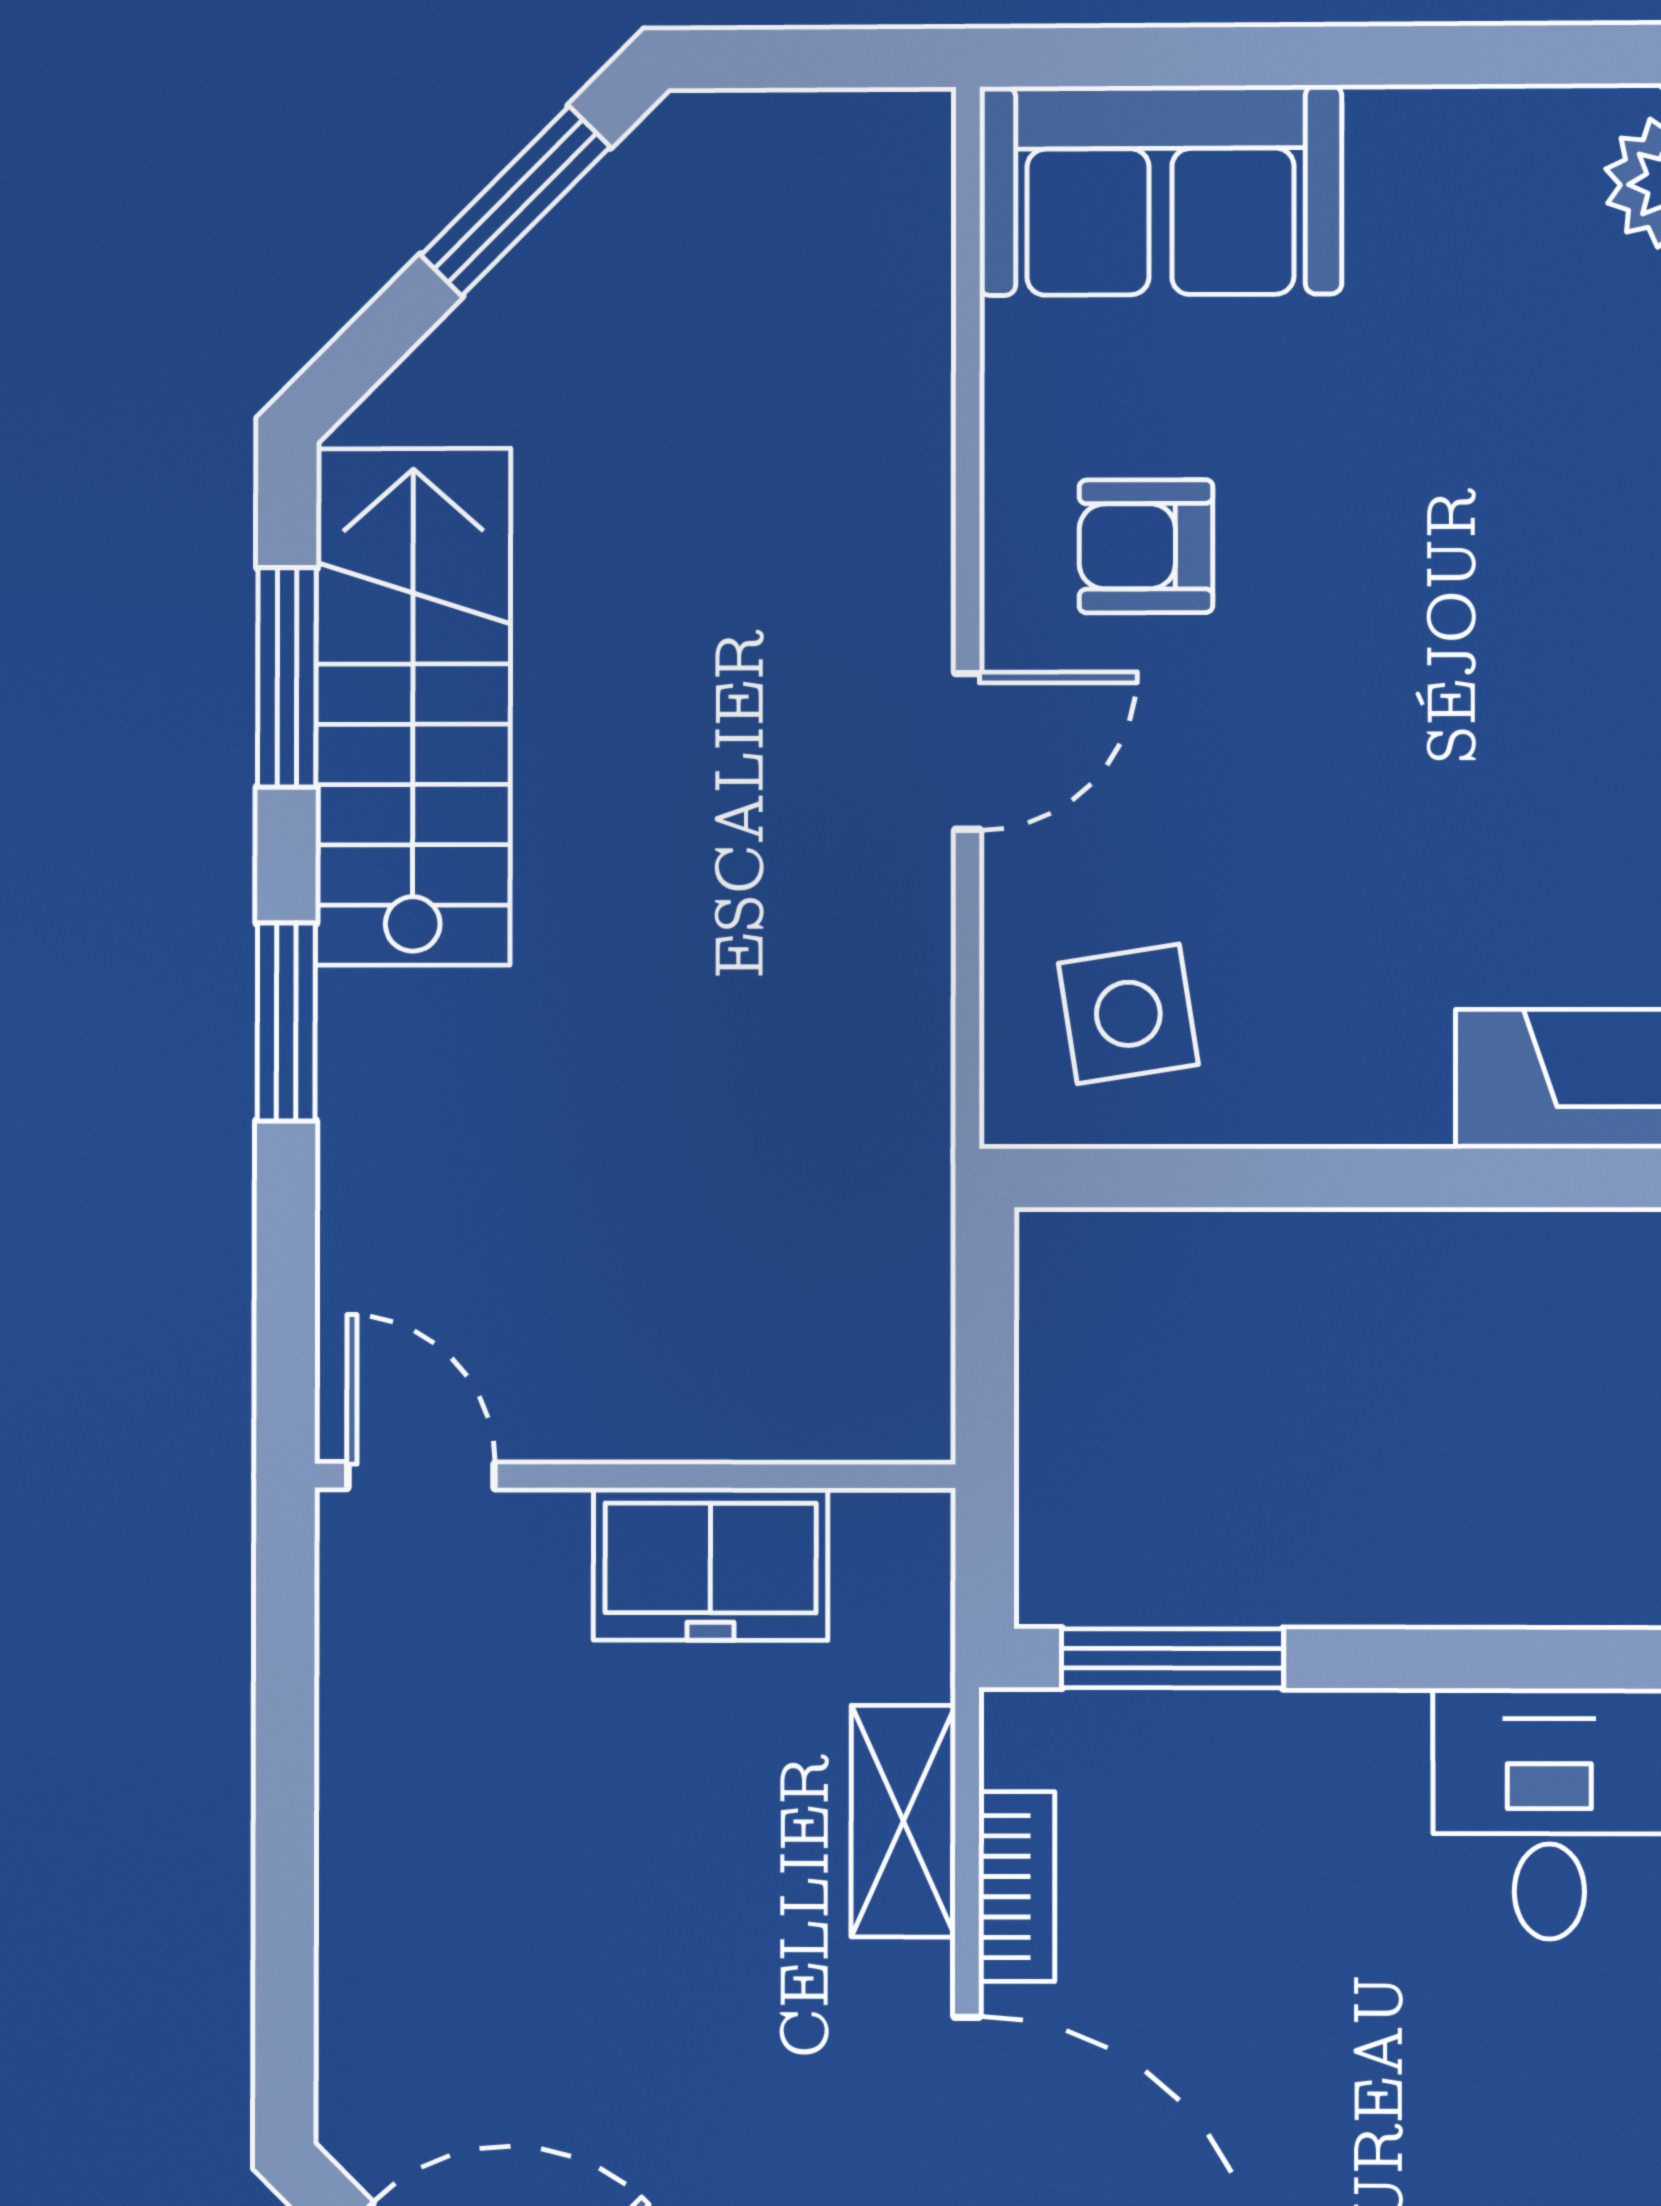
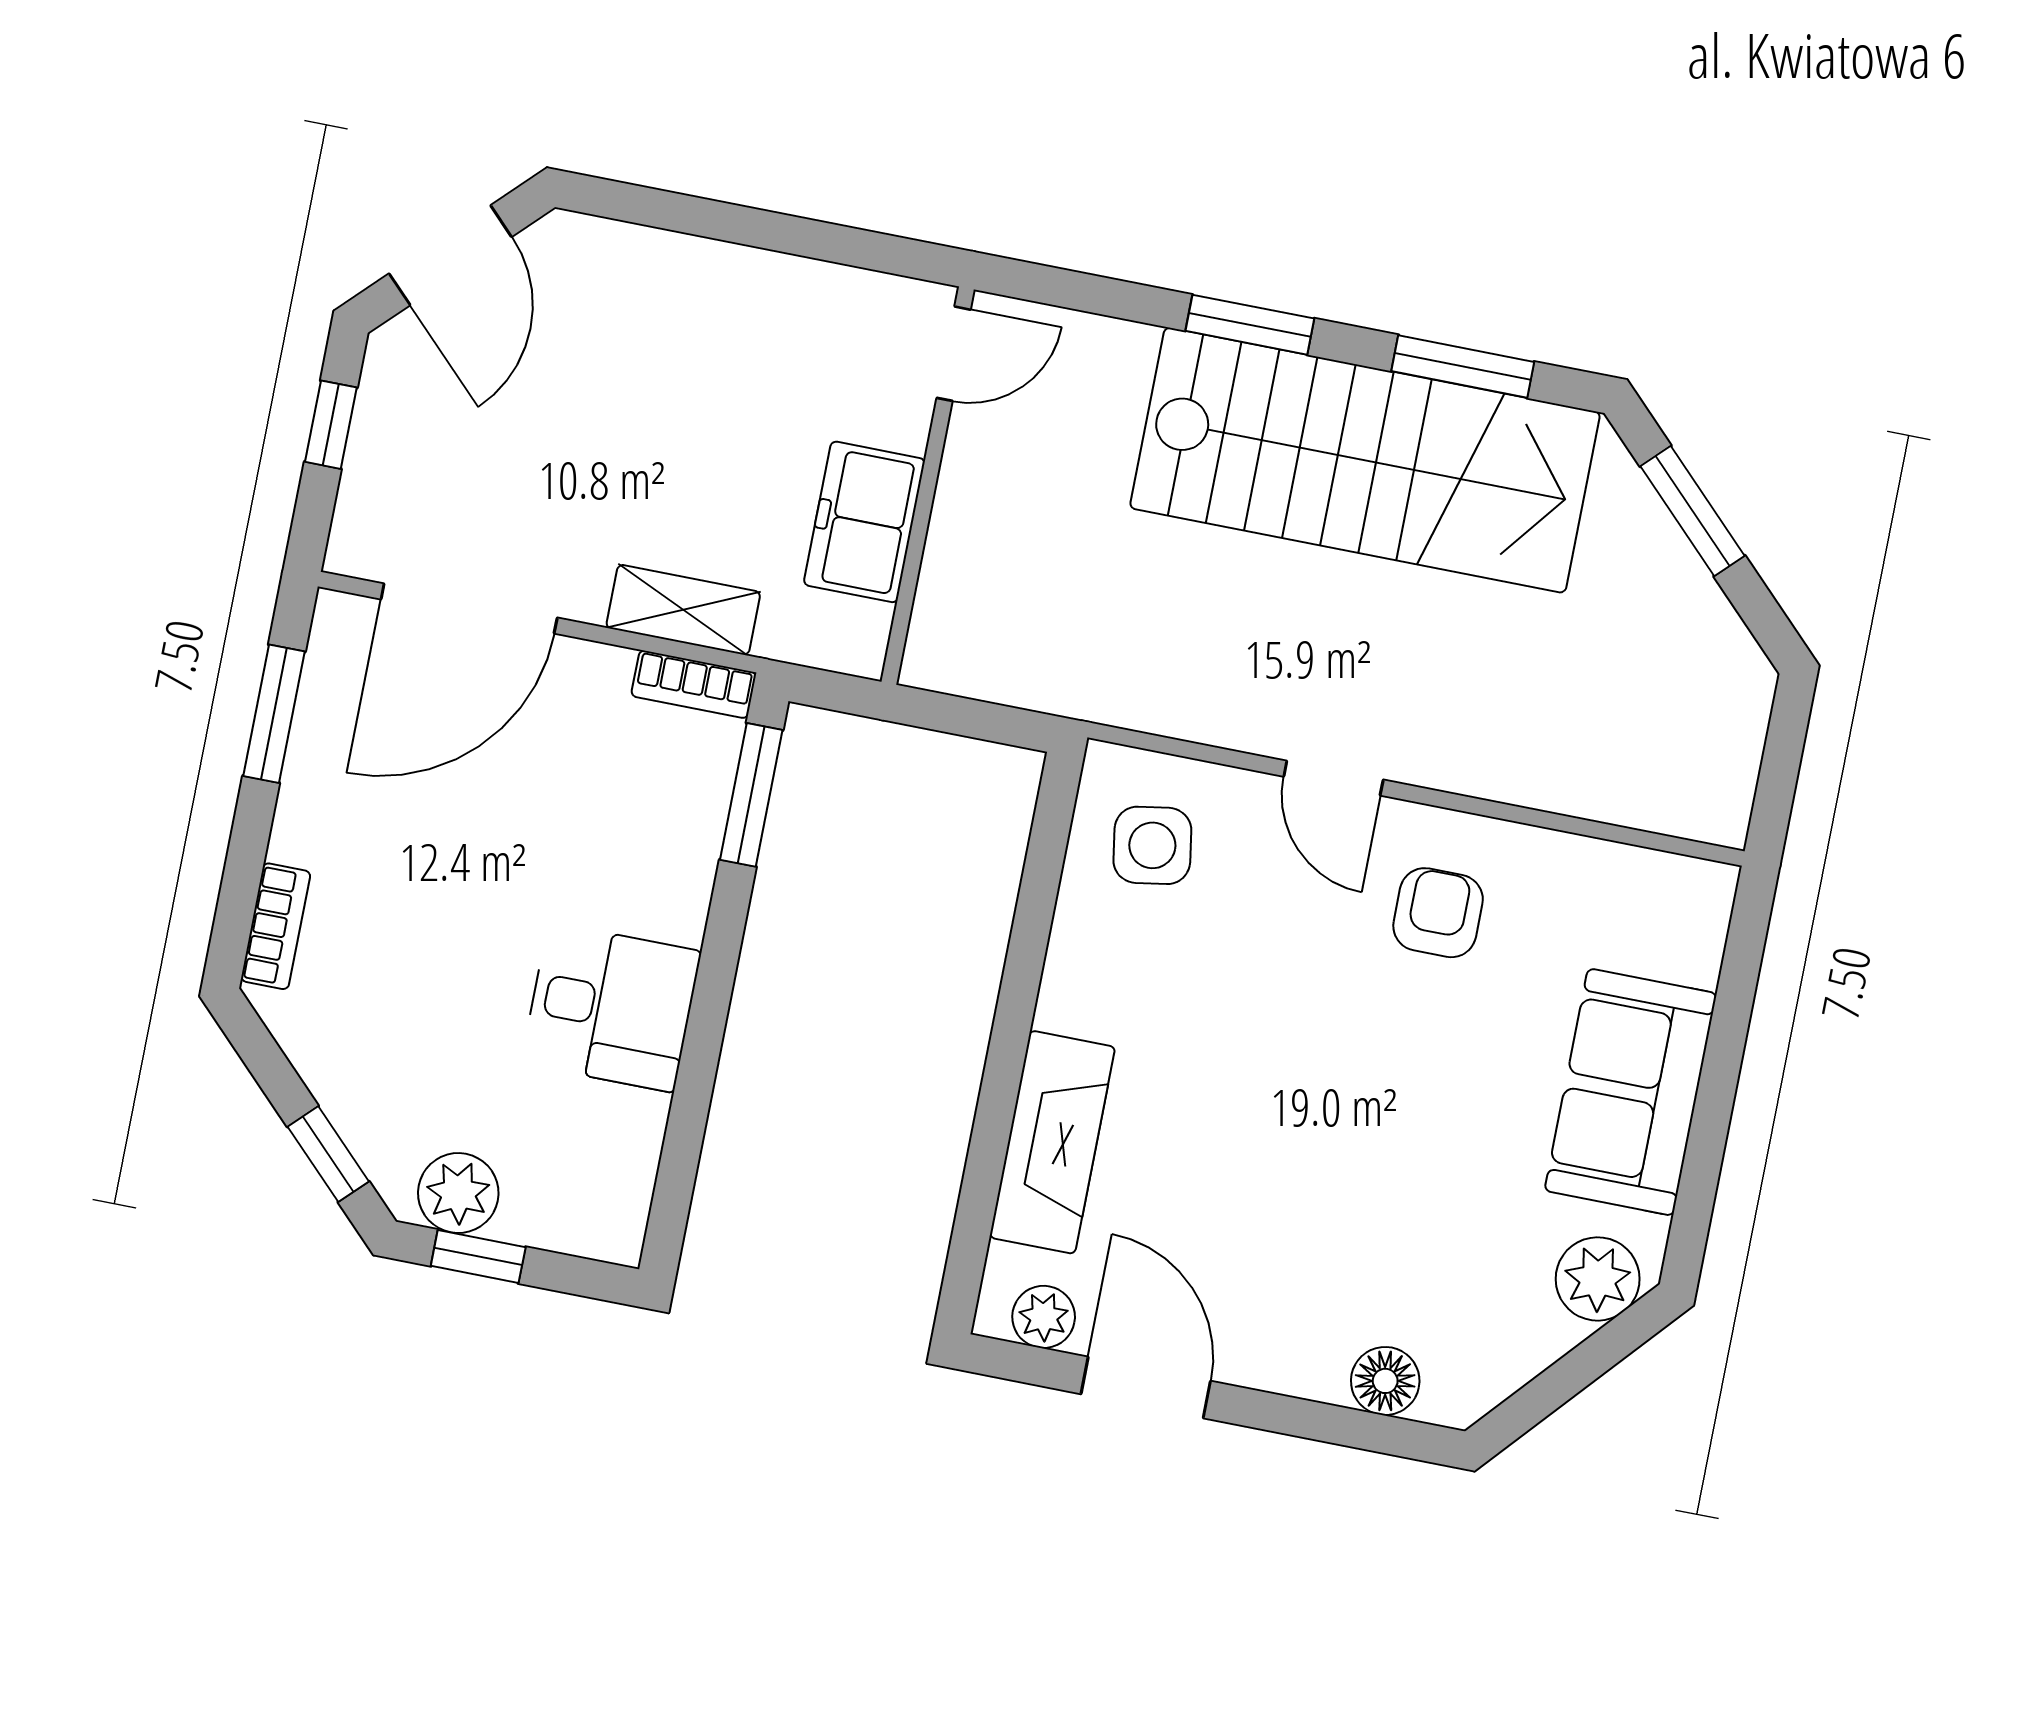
sofa: (1160, 190) -> (1631, 1092), moved
window: (515, 201) -> (1693, 511), moved
stairs: (413, 707) -> (1365, 460), width x1.36, depth x1.51
bookcase: (1017, 1887) -> (694, 684), moved

